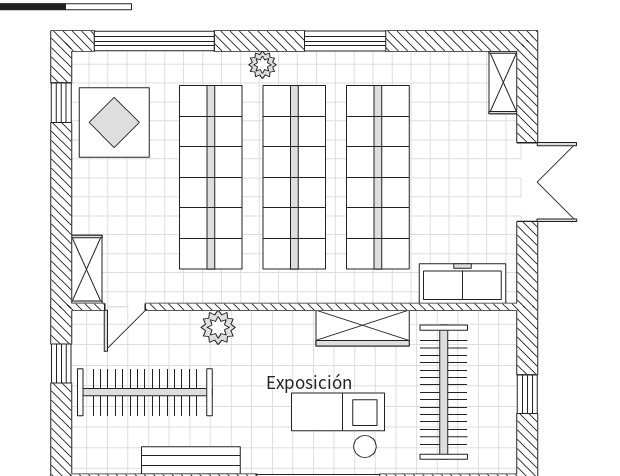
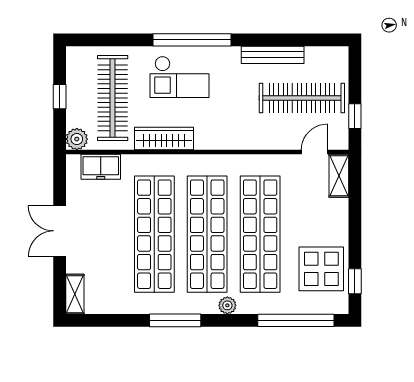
freezer: (462, 284) -> (101, 167), width x0.71
plant: (218, 327) -> (77, 139), moved

